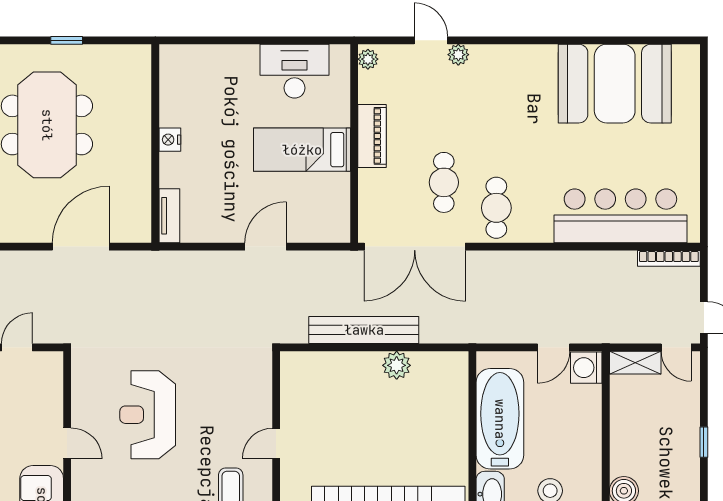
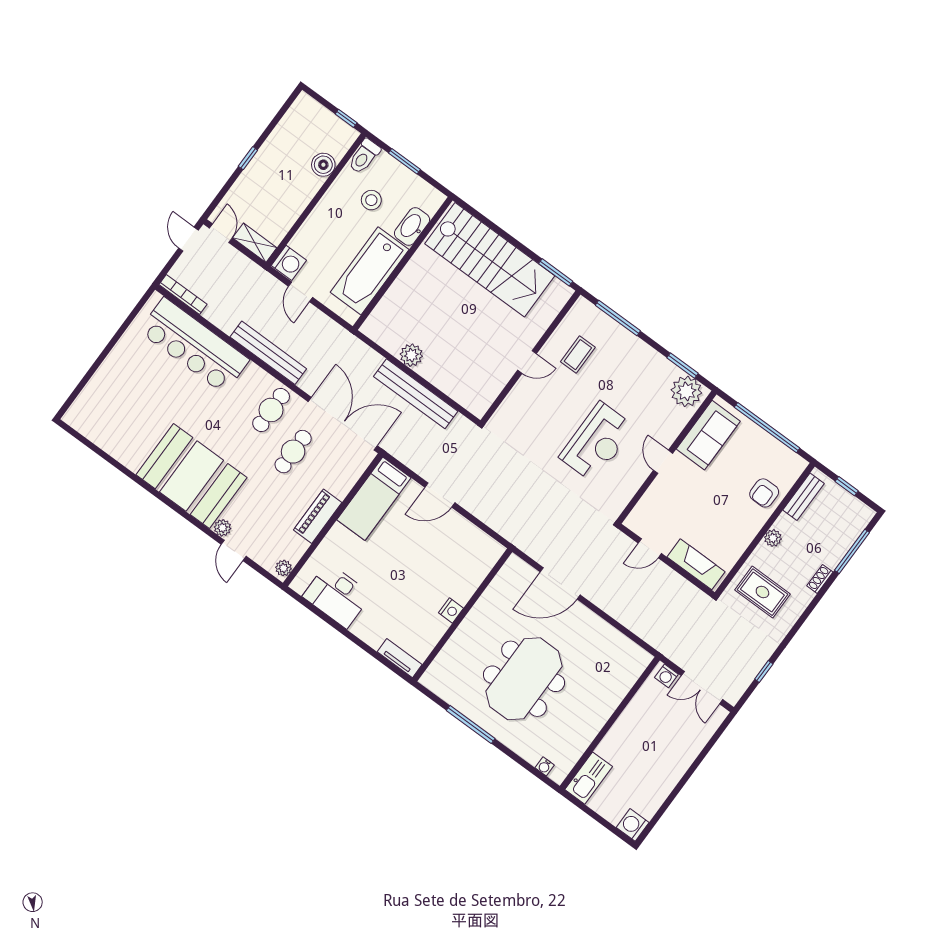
window: (67, 40) -> (471, 724), width x2.17
booth: (615, 84) -> (192, 476), moved
bed: (302, 150) -> (374, 499), moved, turned 90
tv unit: (169, 216) -> (400, 658), moved, turned 90
bench: (541, 263) -> (268, 353), added
door: (554, 347) -> (301, 292), swing flipped

